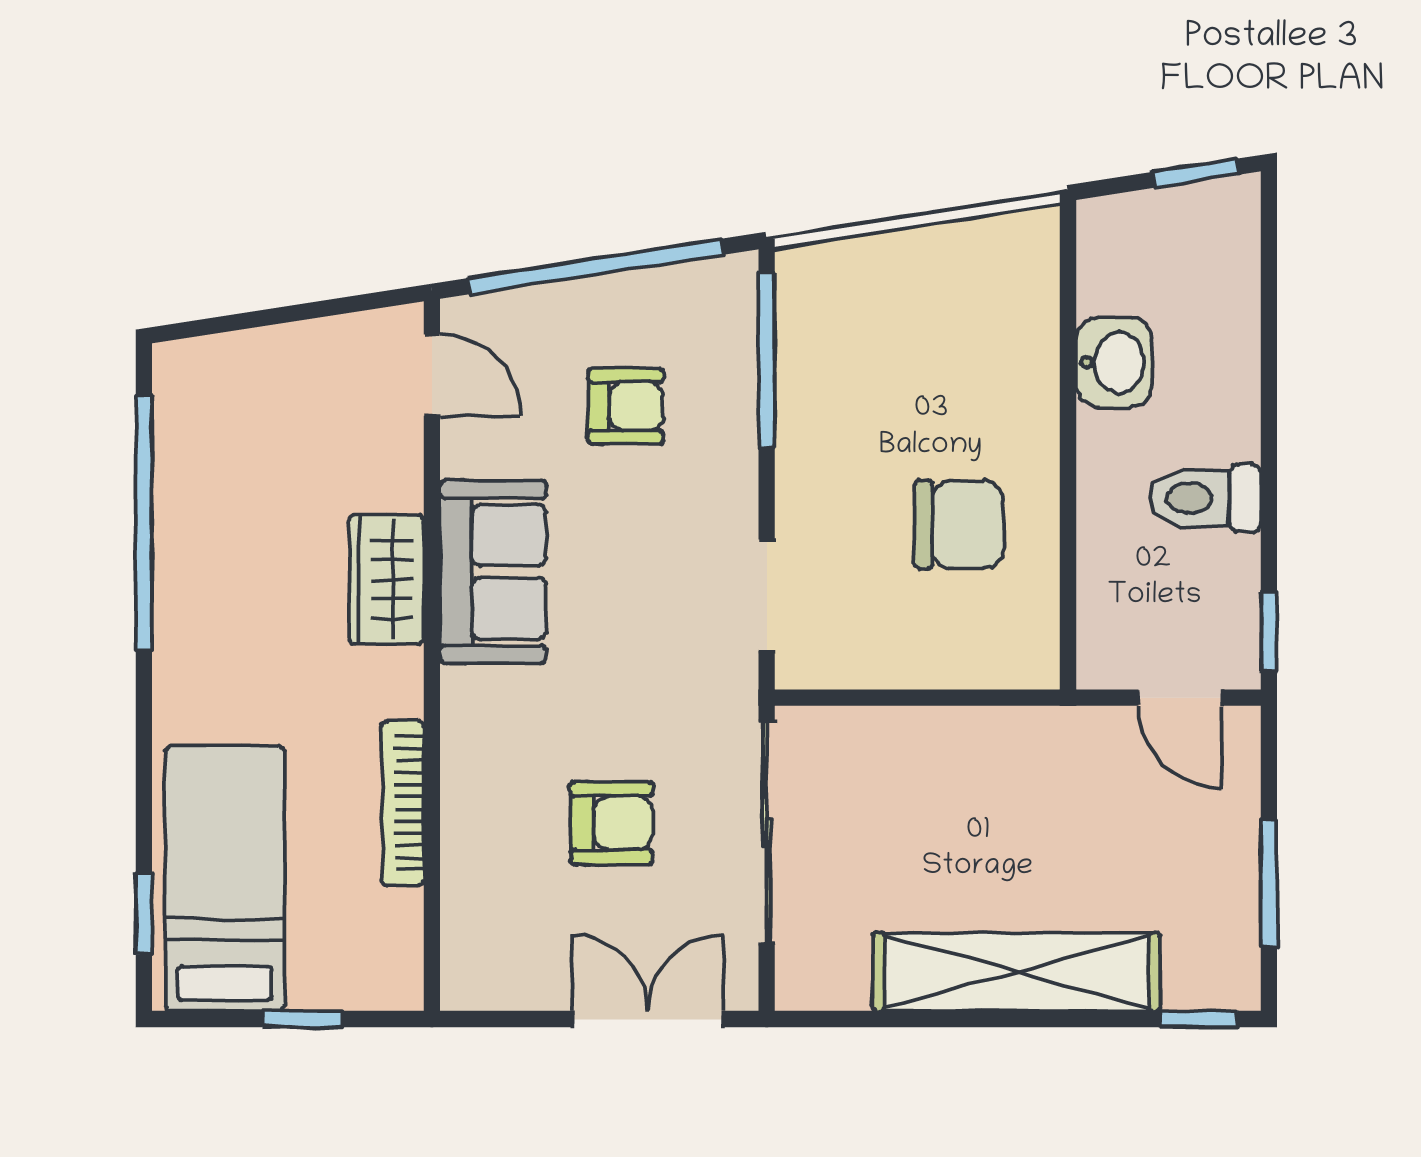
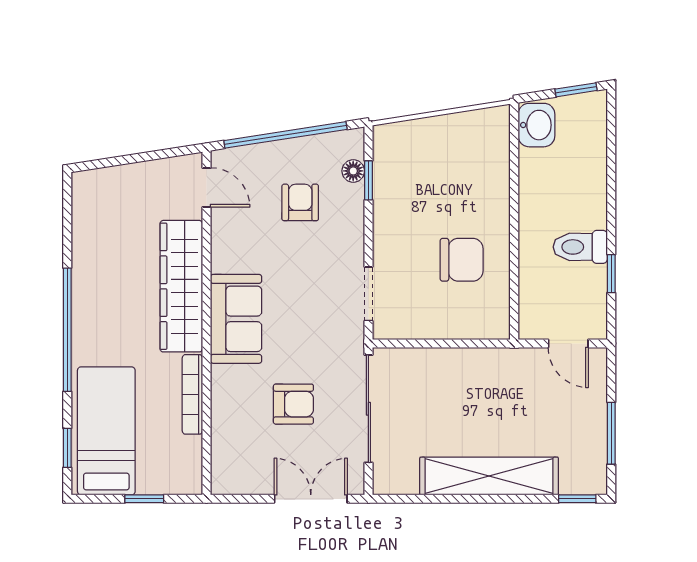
floor lamp: (735, 341) -> (353, 171), added
window: (767, 360) -> (368, 180), width x0.46
washbasin: (1114, 362) -> (536, 125), moved
armchair: (626, 406) -> (300, 202), turned -90
window: (144, 523) -> (67, 330), moved
sofa: (493, 572) -> (236, 319), moved
wardrobe: (386, 579) -> (181, 286), width x2.10, depth x1.17
window: (1269, 632) -> (611, 274), moved

